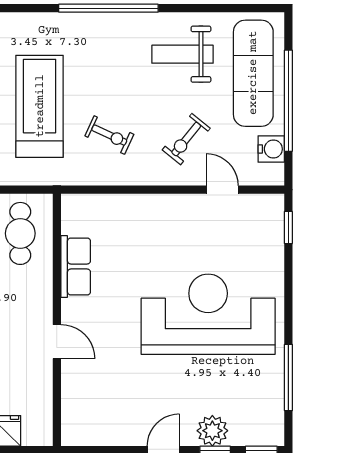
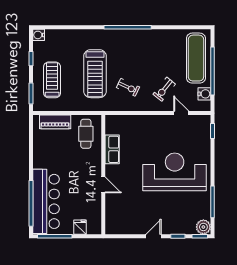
weight bench: (182, 54) -> (163, 49), removed
treadmill: (40, 106) -> (95, 74), turned 180
plant: (212, 431) -> (203, 227), moved

